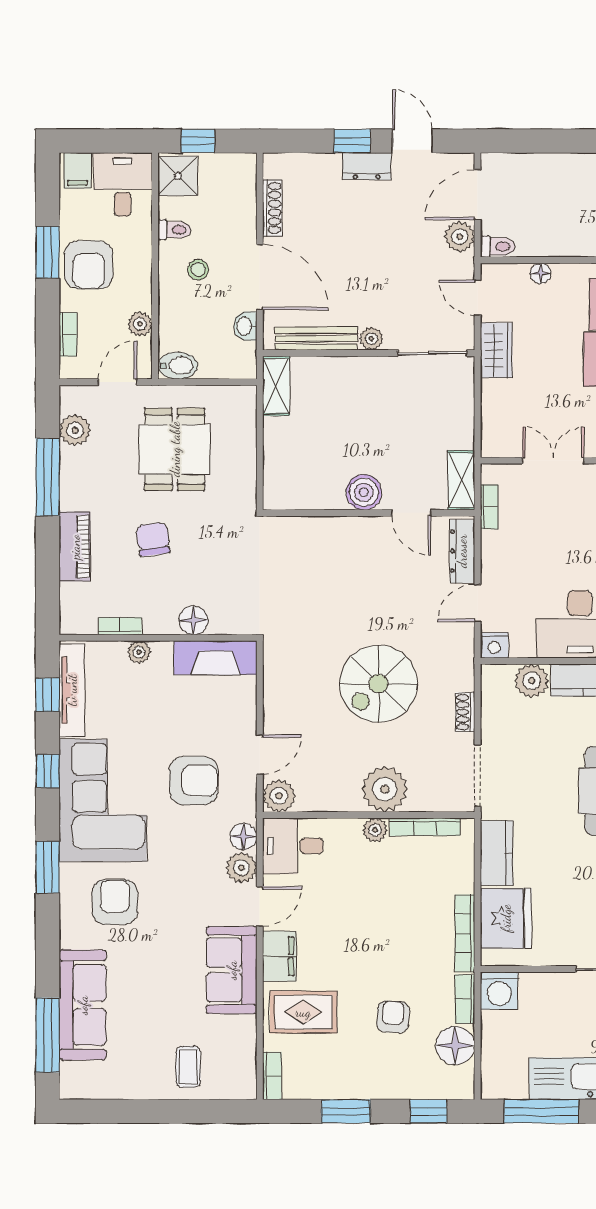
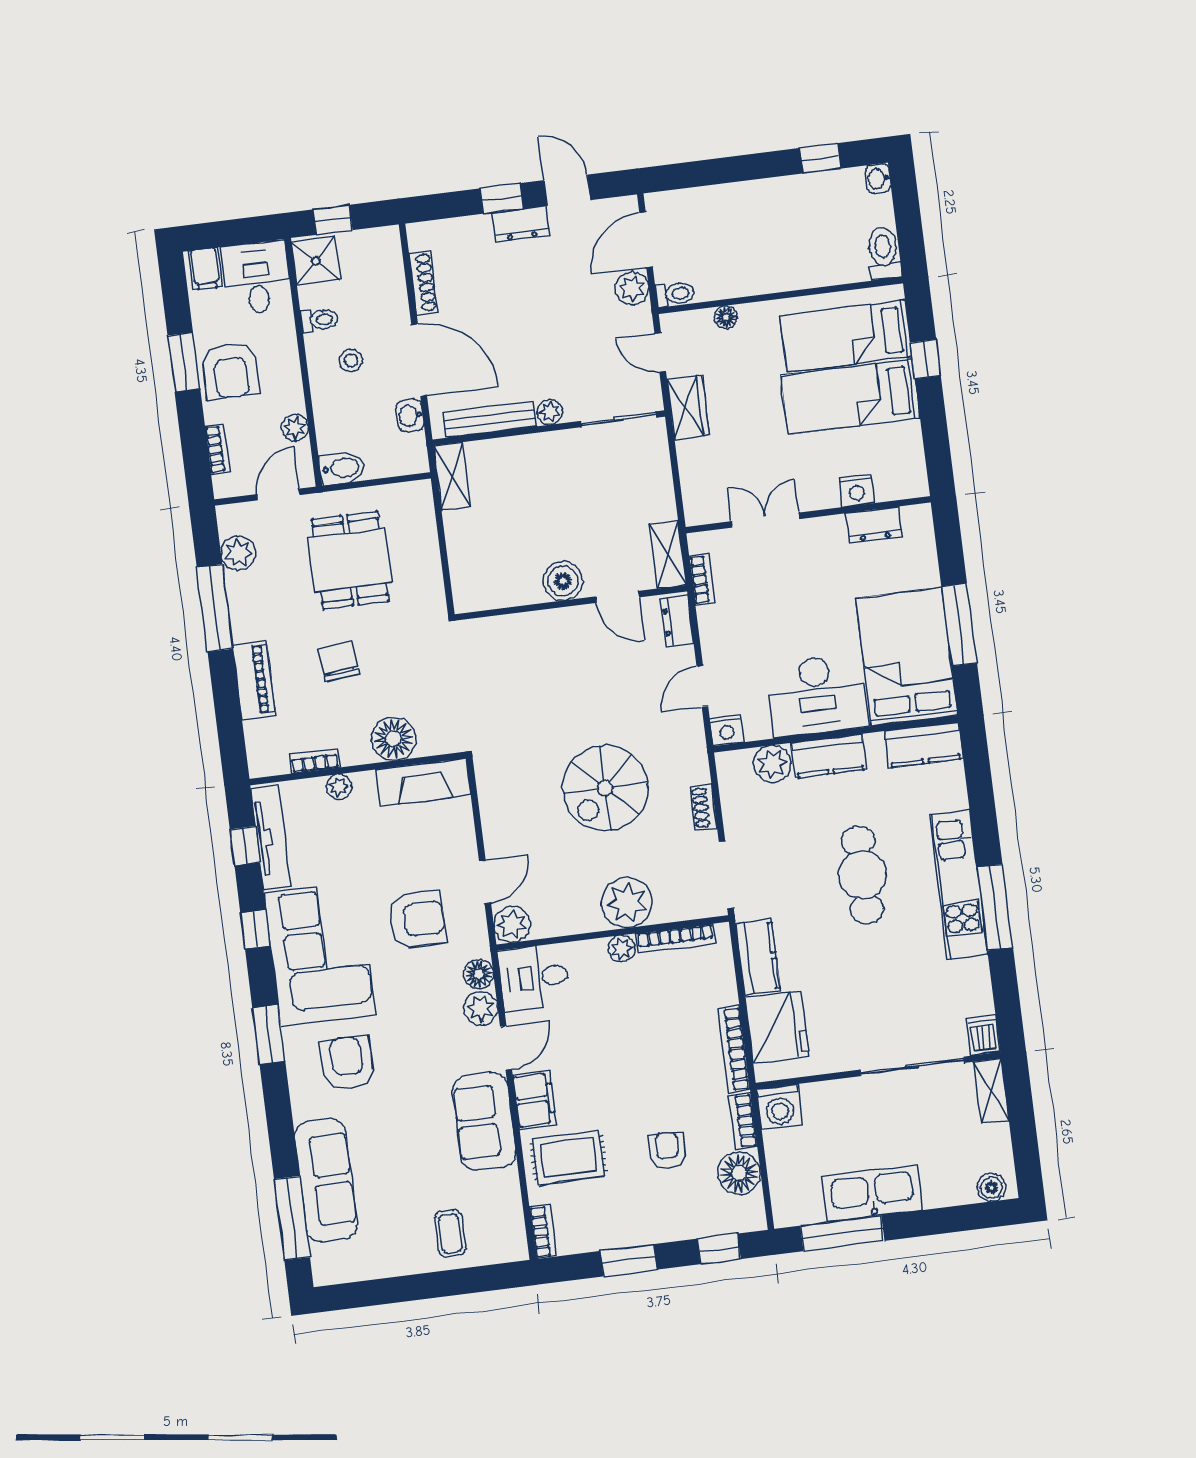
dresser: (462, 551) -> (677, 621), width x0.70
floor lamp: (194, 620) -> (394, 739), width x1.38, depth x1.38

